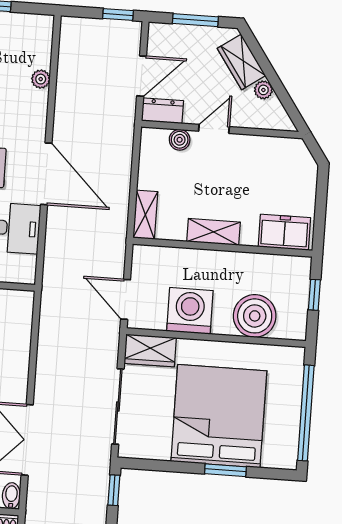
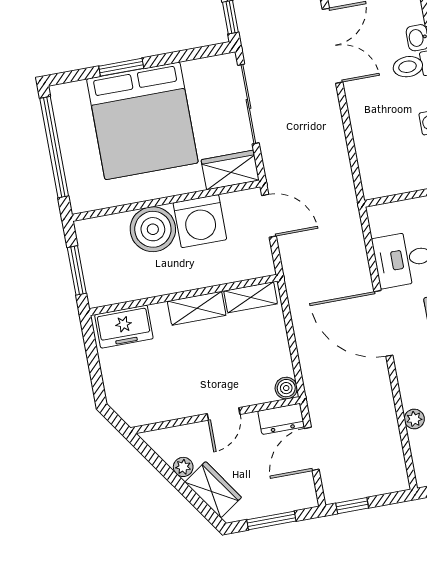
boiler: (180, 140) -> (286, 388), moved
shelving: (145, 215) -> (251, 297), moved, turned 90
window: (314, 295) -> (77, 270), width x1.50
boiler: (255, 316) -> (153, 229), moved

